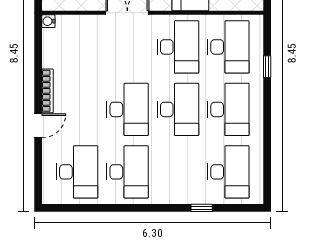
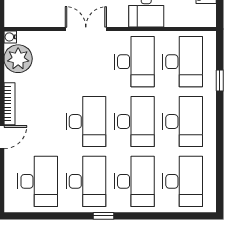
plant: (57, 44) -> (18, 59), added
desk: (178, 172) -> (134, 181), added
window: (202, 208) -> (103, 216), moved

